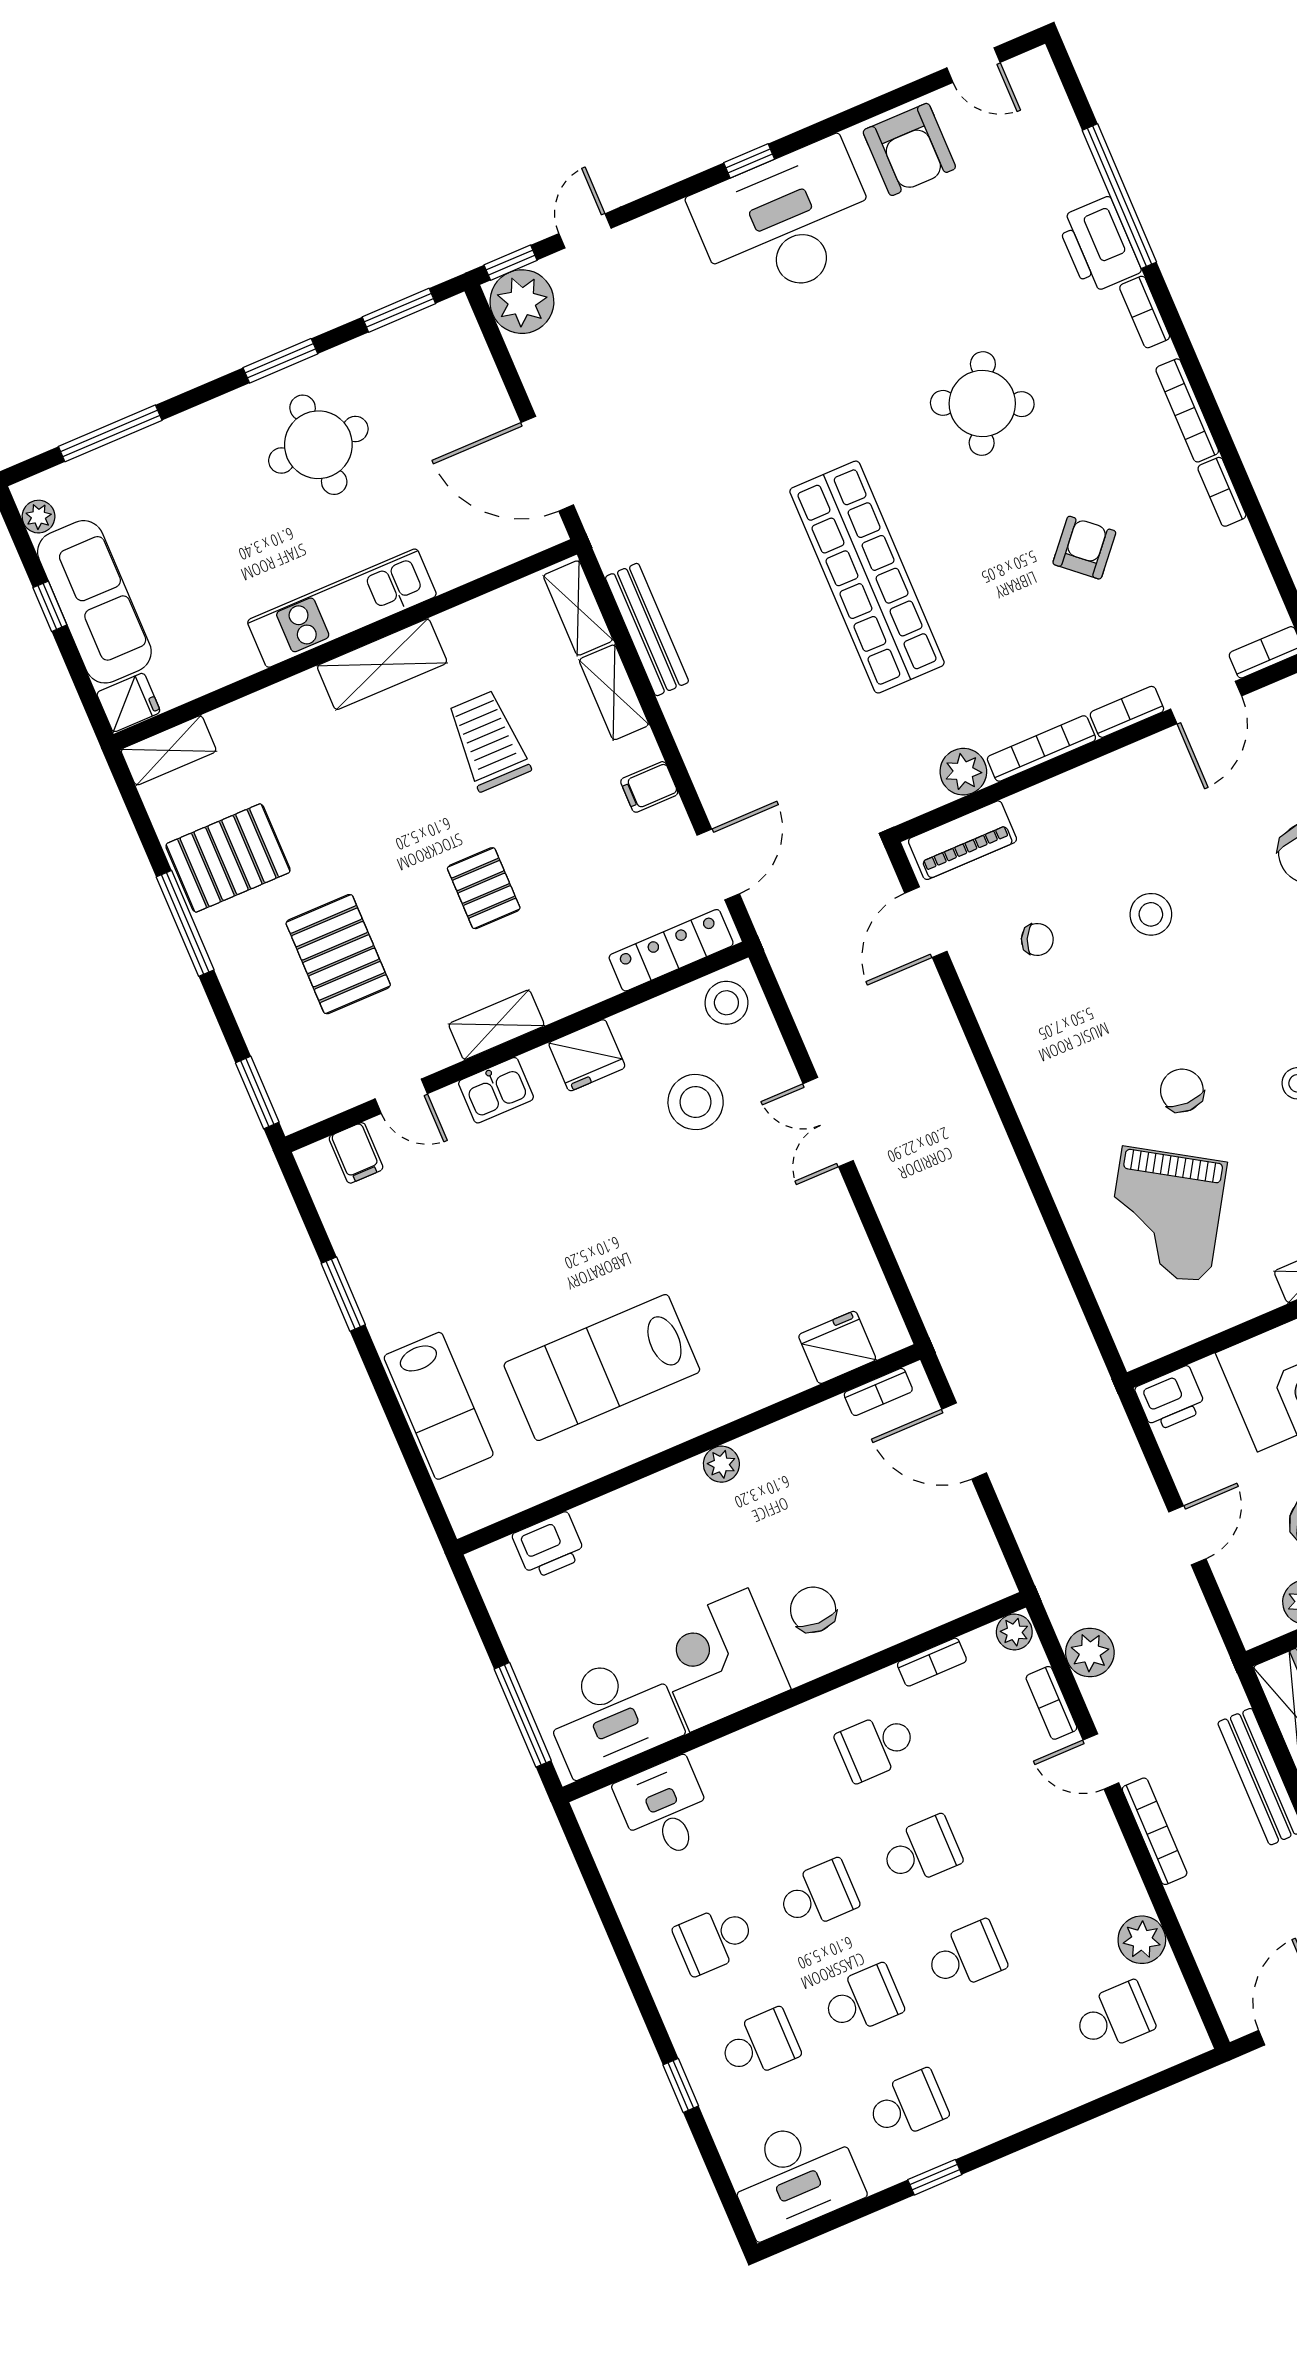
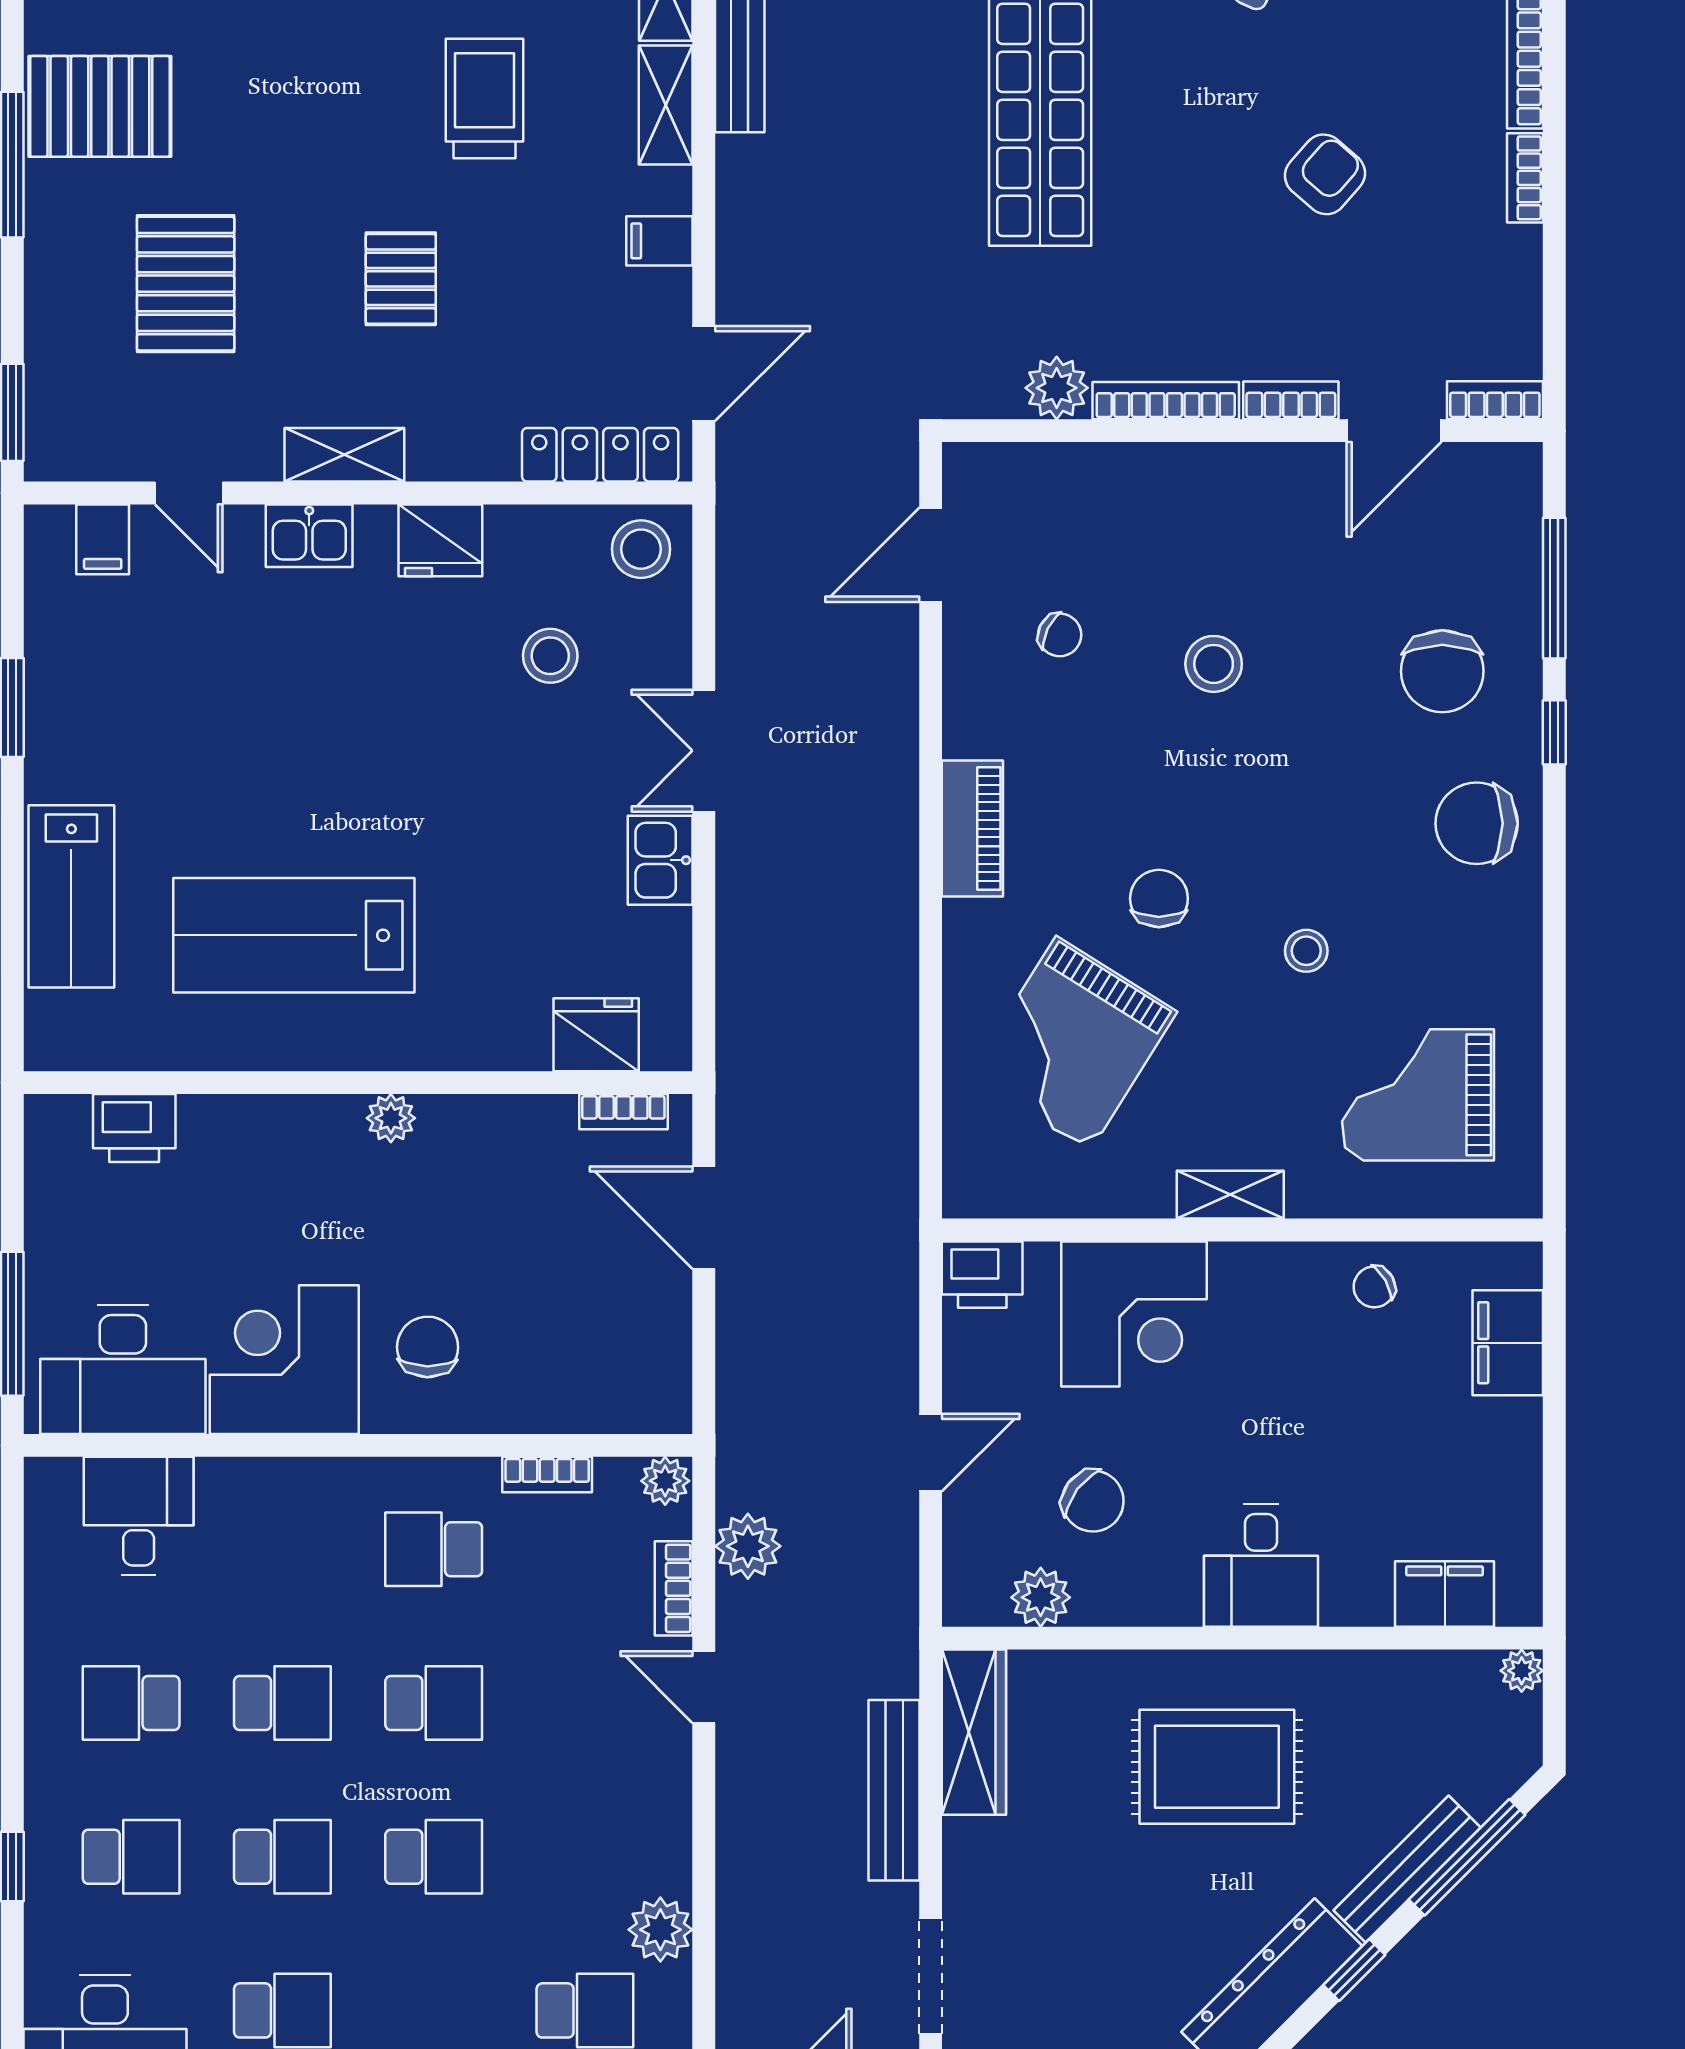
piano: (962, 840) -> (972, 829), moved, turned -90
stool: (696, 1102) -> (550, 656), width x0.73, depth x0.73
kitchen sink: (830, 1210) -> (660, 860), added
bookcase: (1155, 1831) -> (734, 1802), removed

